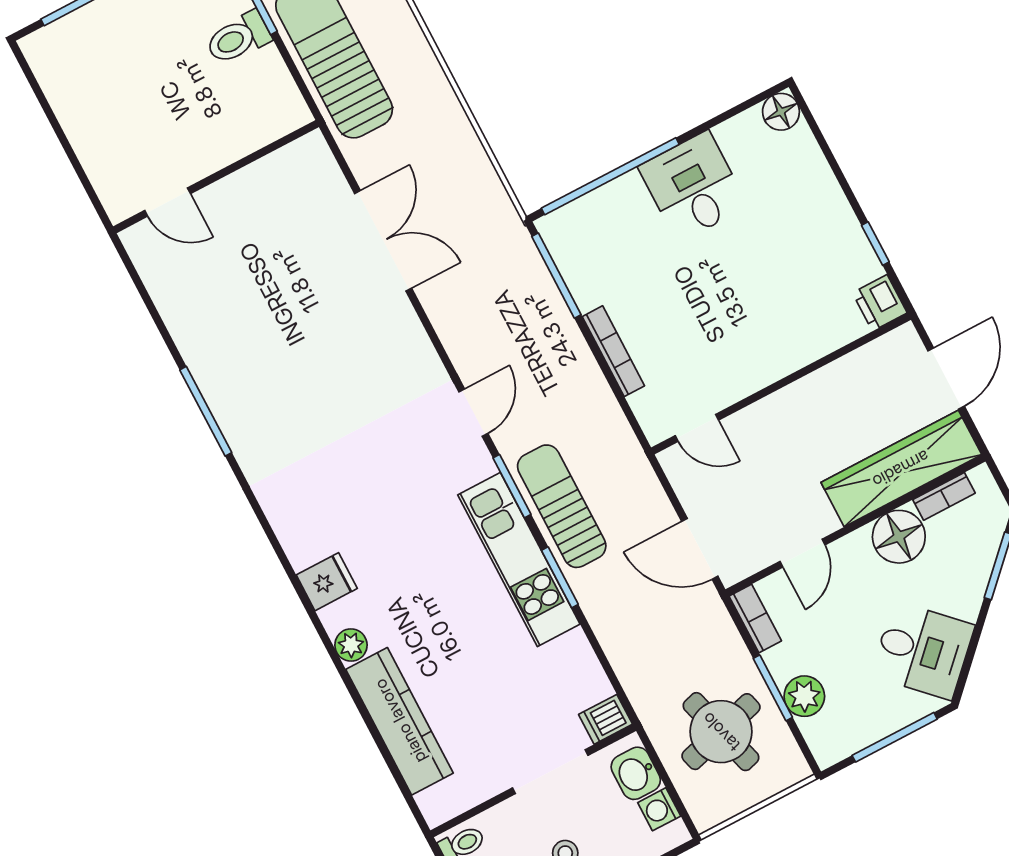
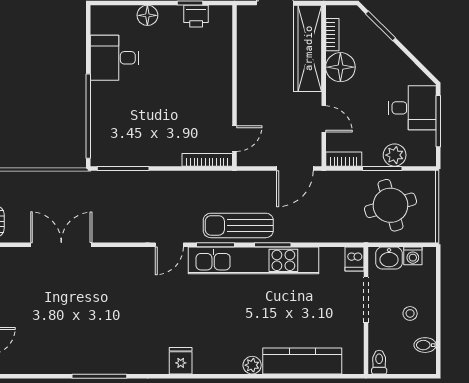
floor lamp: (781, 112) -> (147, 15), moved
desk: (693, 186) -> (115, 58), moved
printer: (880, 303) -> (196, 16), moved
bookcase: (613, 351) -> (207, 160), moved
door: (473, 413) -> (169, 245), swing flipped
kitchen unit: (519, 560) -> (253, 260), width x1.36
fridge: (327, 582) -> (181, 361), moved
desk: (923, 650) -> (412, 108), moved, turned 45

